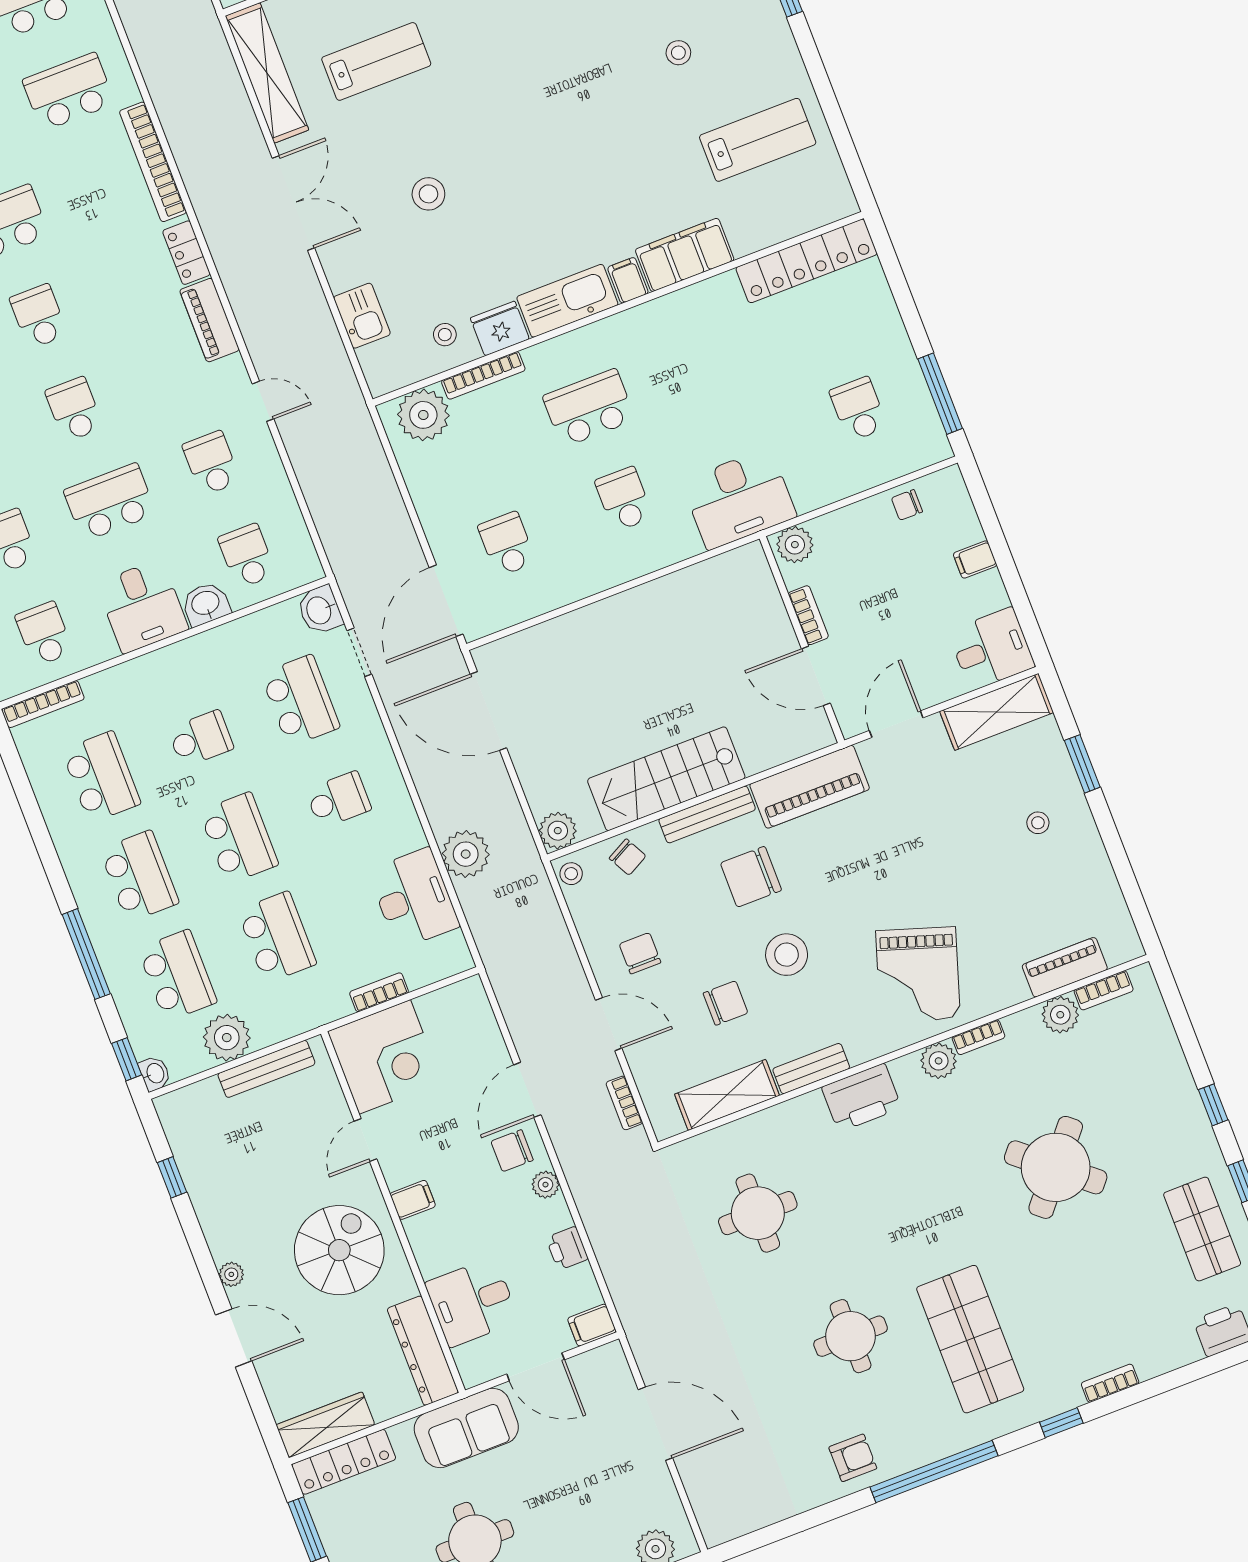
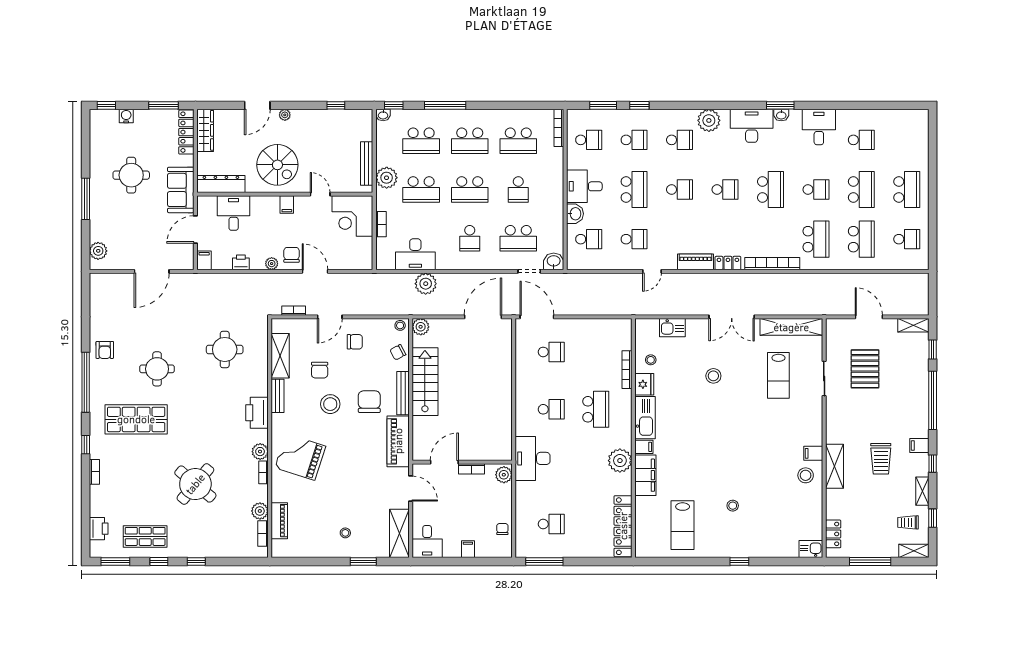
plant: (423, 415) -> (620, 461), moved
plant: (227, 1038) -> (387, 178), moved

